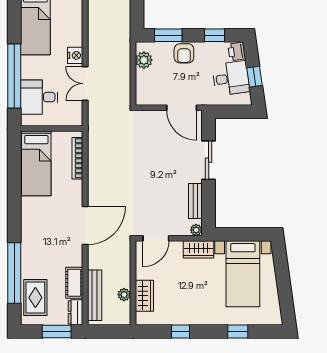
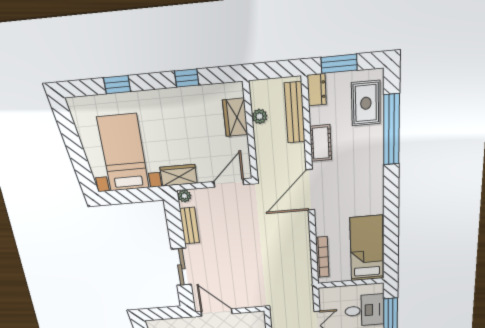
cot: (74, 283) -> (321, 143), moved

